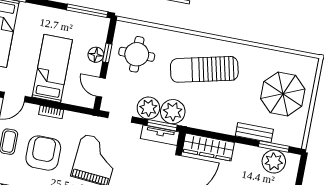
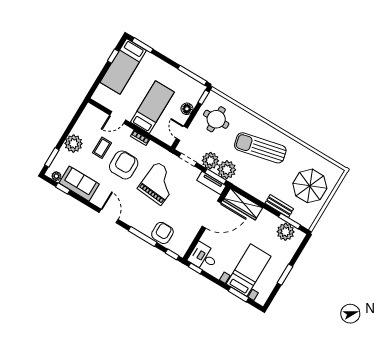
window: (107, 53) -> (204, 97), moved

